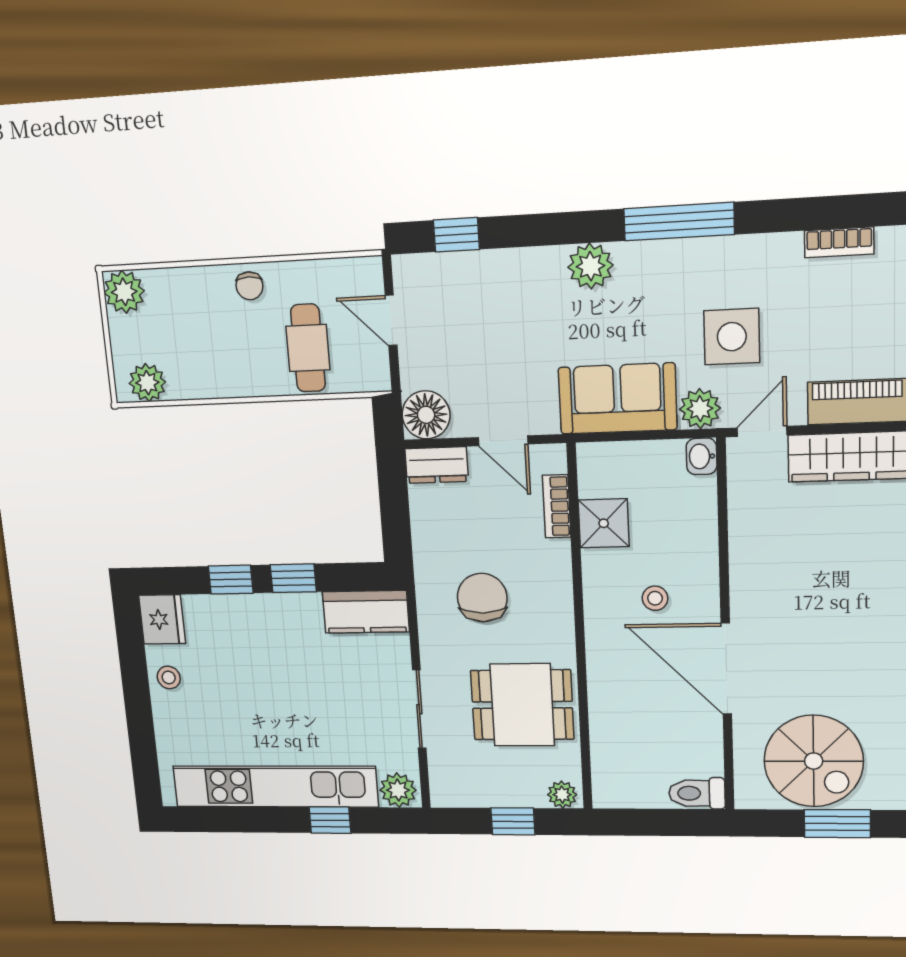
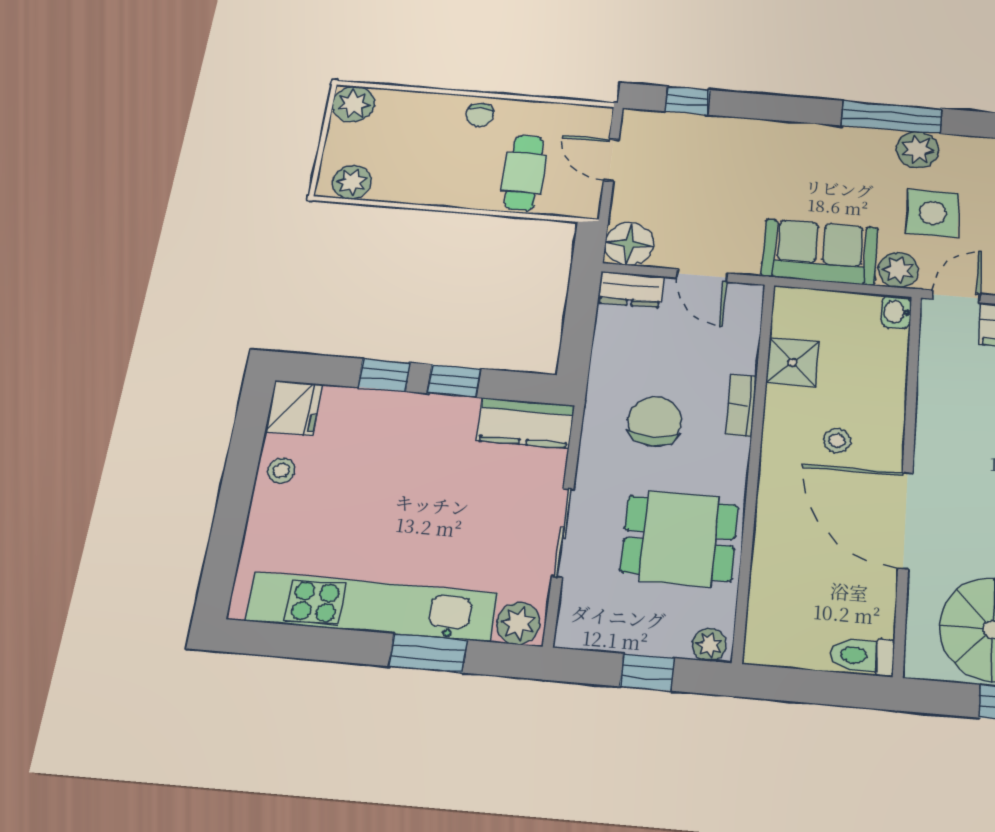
plant: (590, 266) -> (918, 150), moved
bookcase: (557, 506) -> (741, 405), moved
window: (330, 820) -> (428, 653), width x1.50

